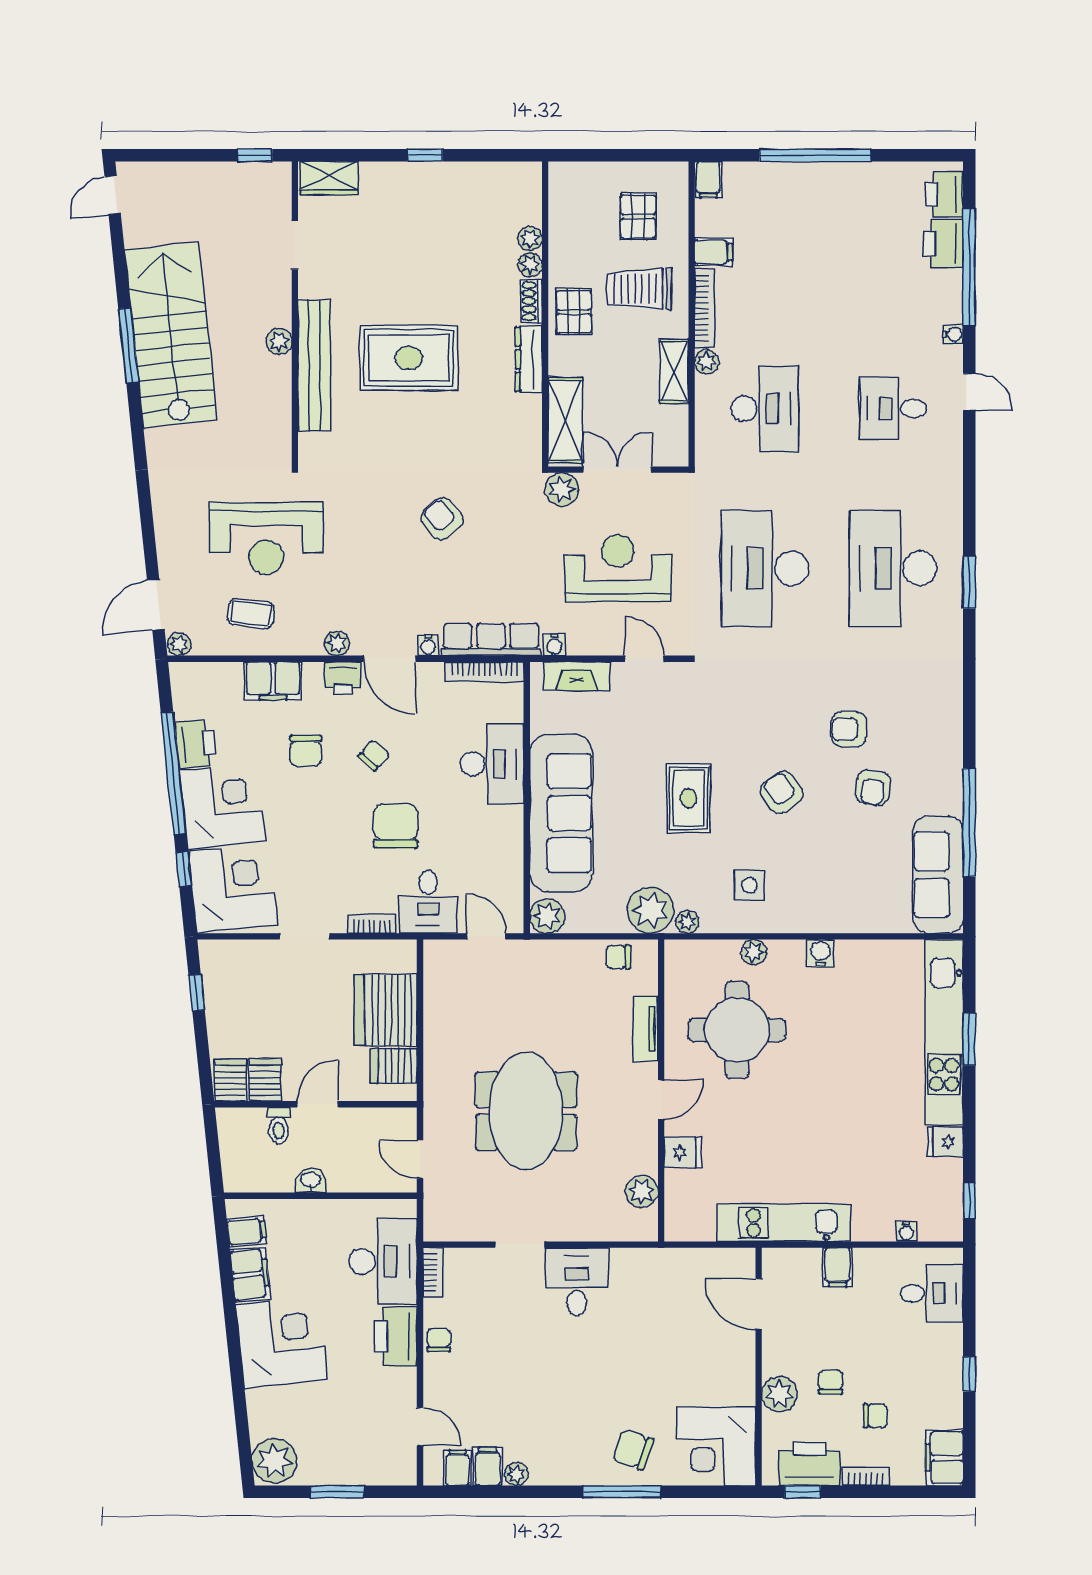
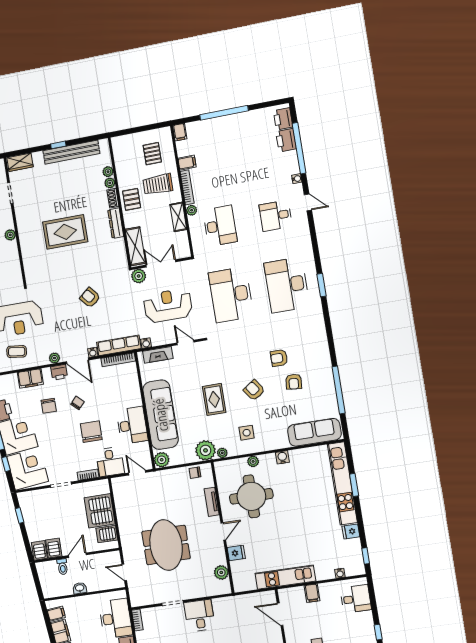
bench: (314, 366) -> (71, 152), moved, turned 90
desk: (492, 764) -> (132, 425), moved
sofa: (938, 875) -> (314, 432), moved, turned 90

